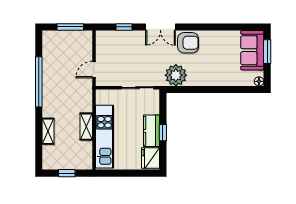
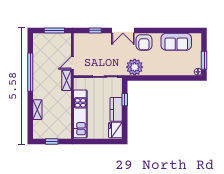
armchair: (188, 43) -> (144, 42), turned 90
sofa: (252, 50) -> (176, 42), moved, turned -90
window: (267, 52) -> (204, 60), moved
shelving: (86, 127) -> (66, 80), moved
window: (163, 133) -> (125, 100), moved

